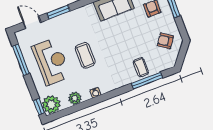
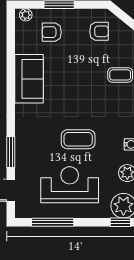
armchair: (165, 41) -> (99, 31), turned -125

